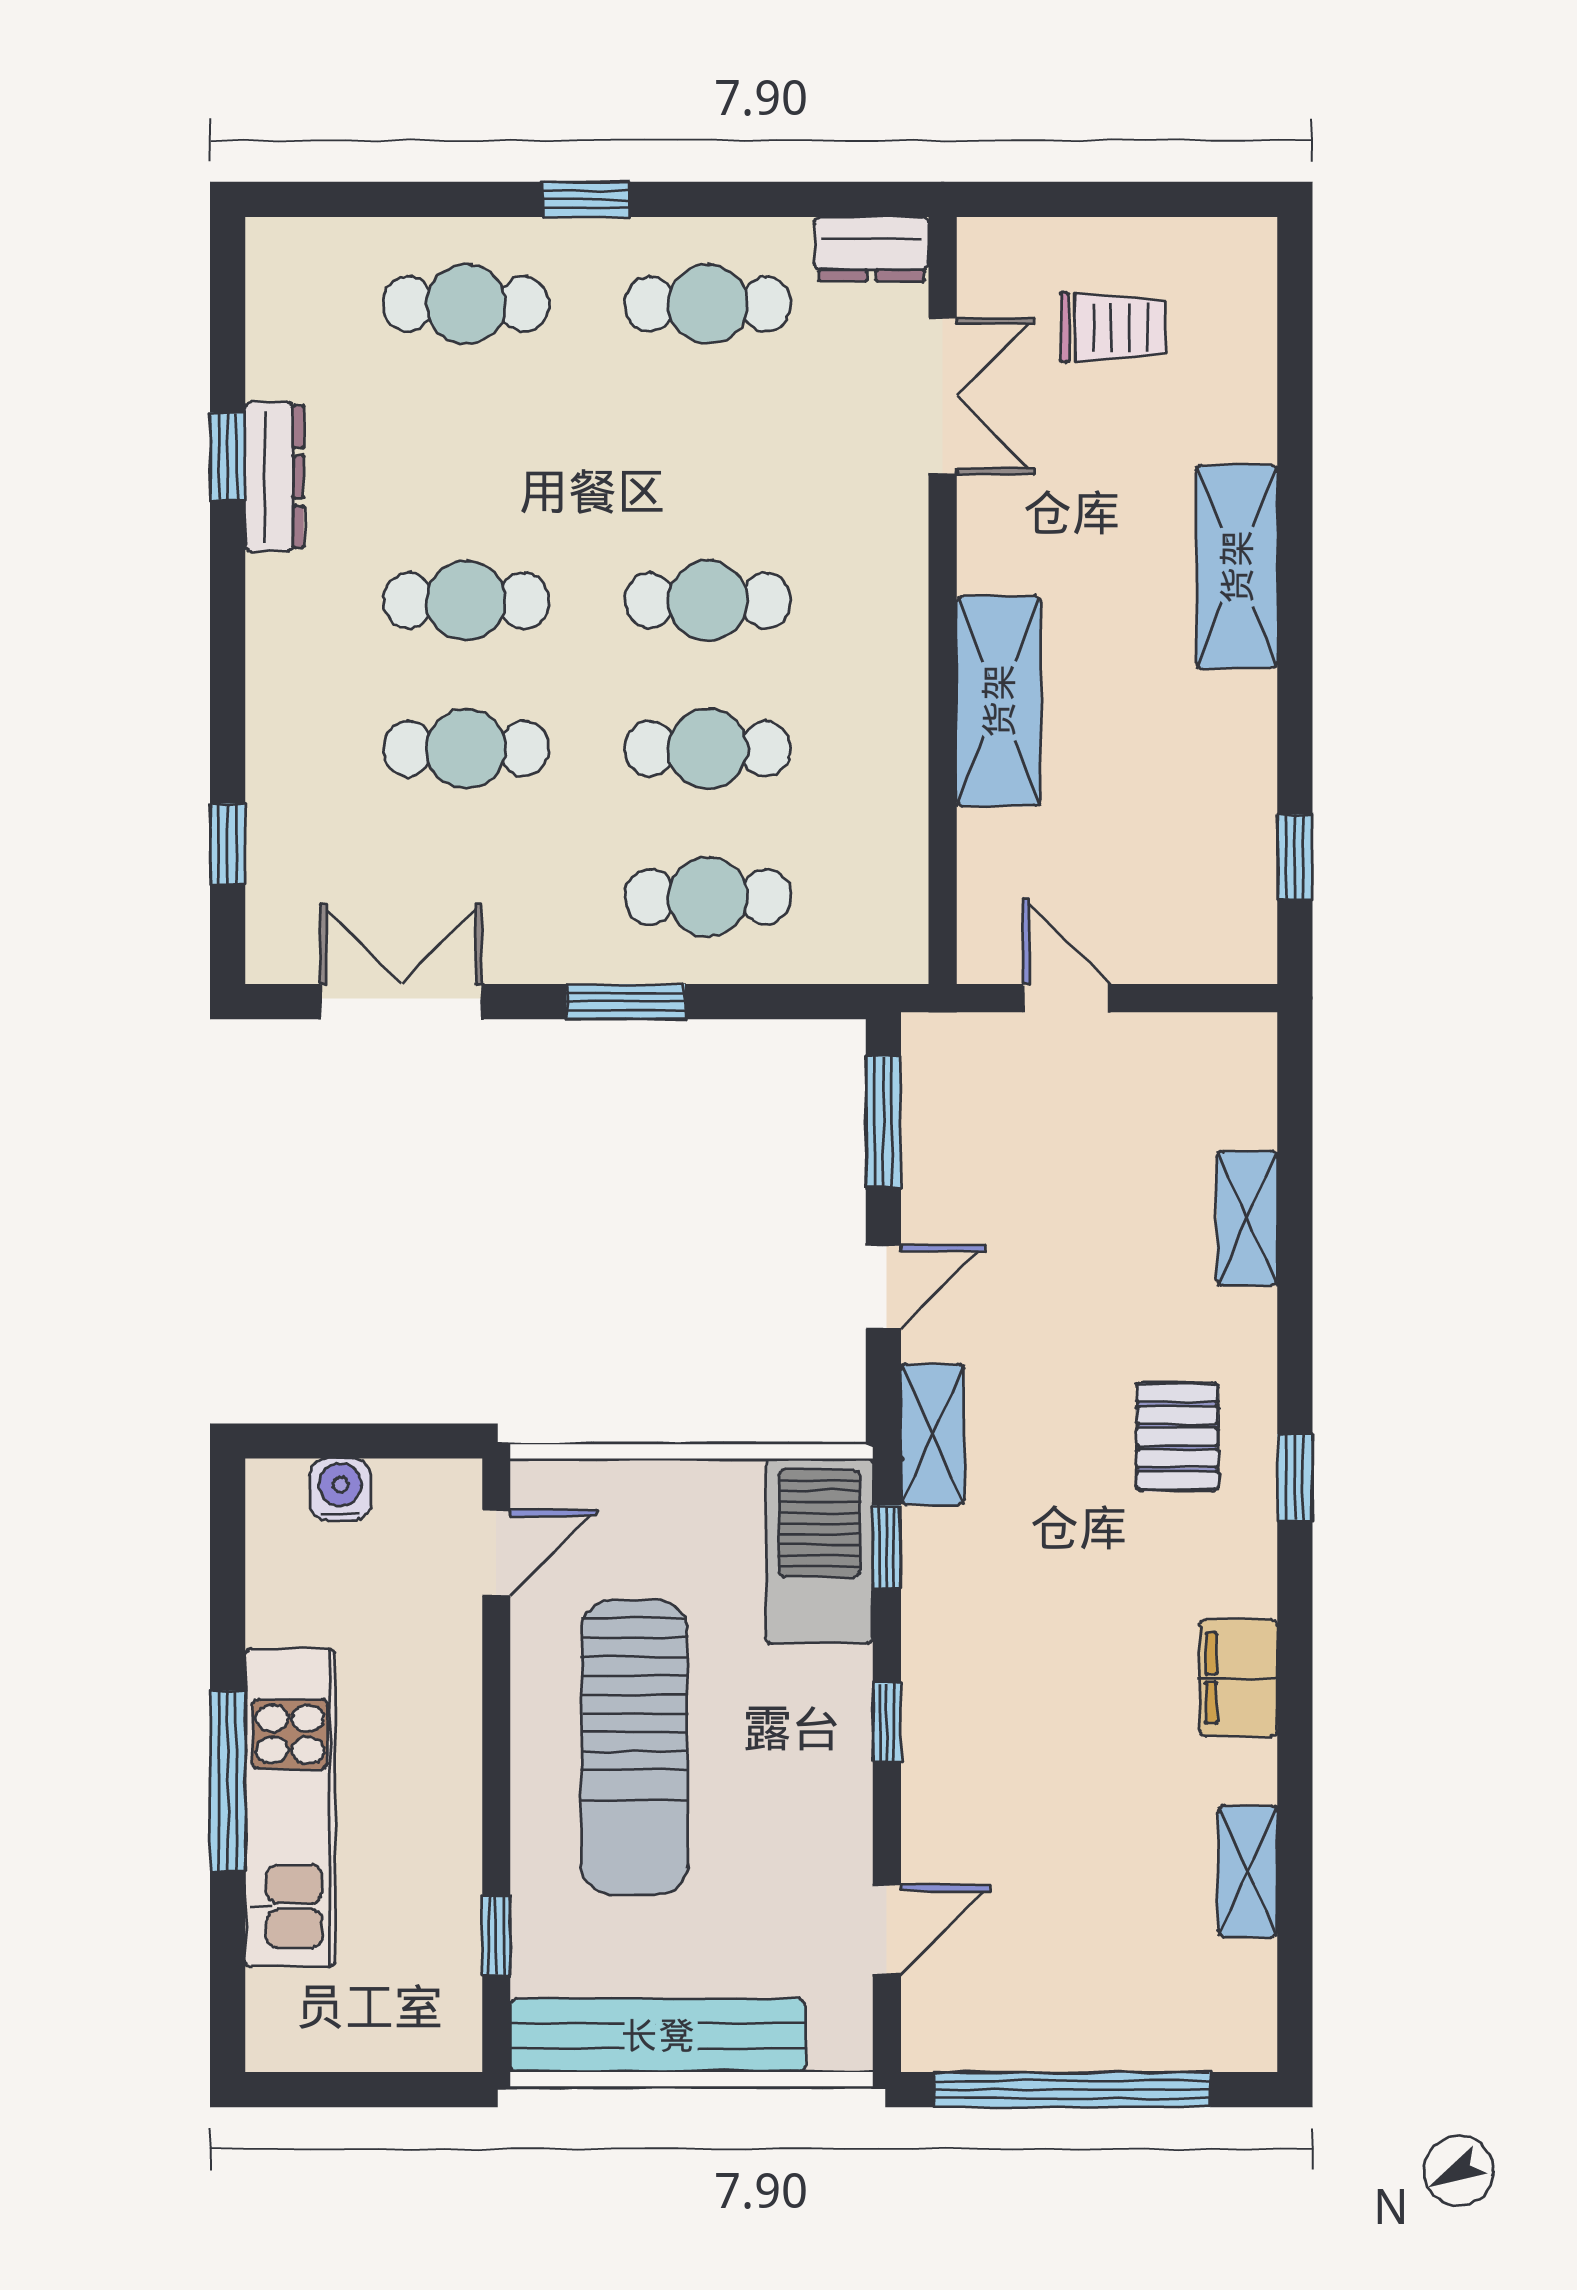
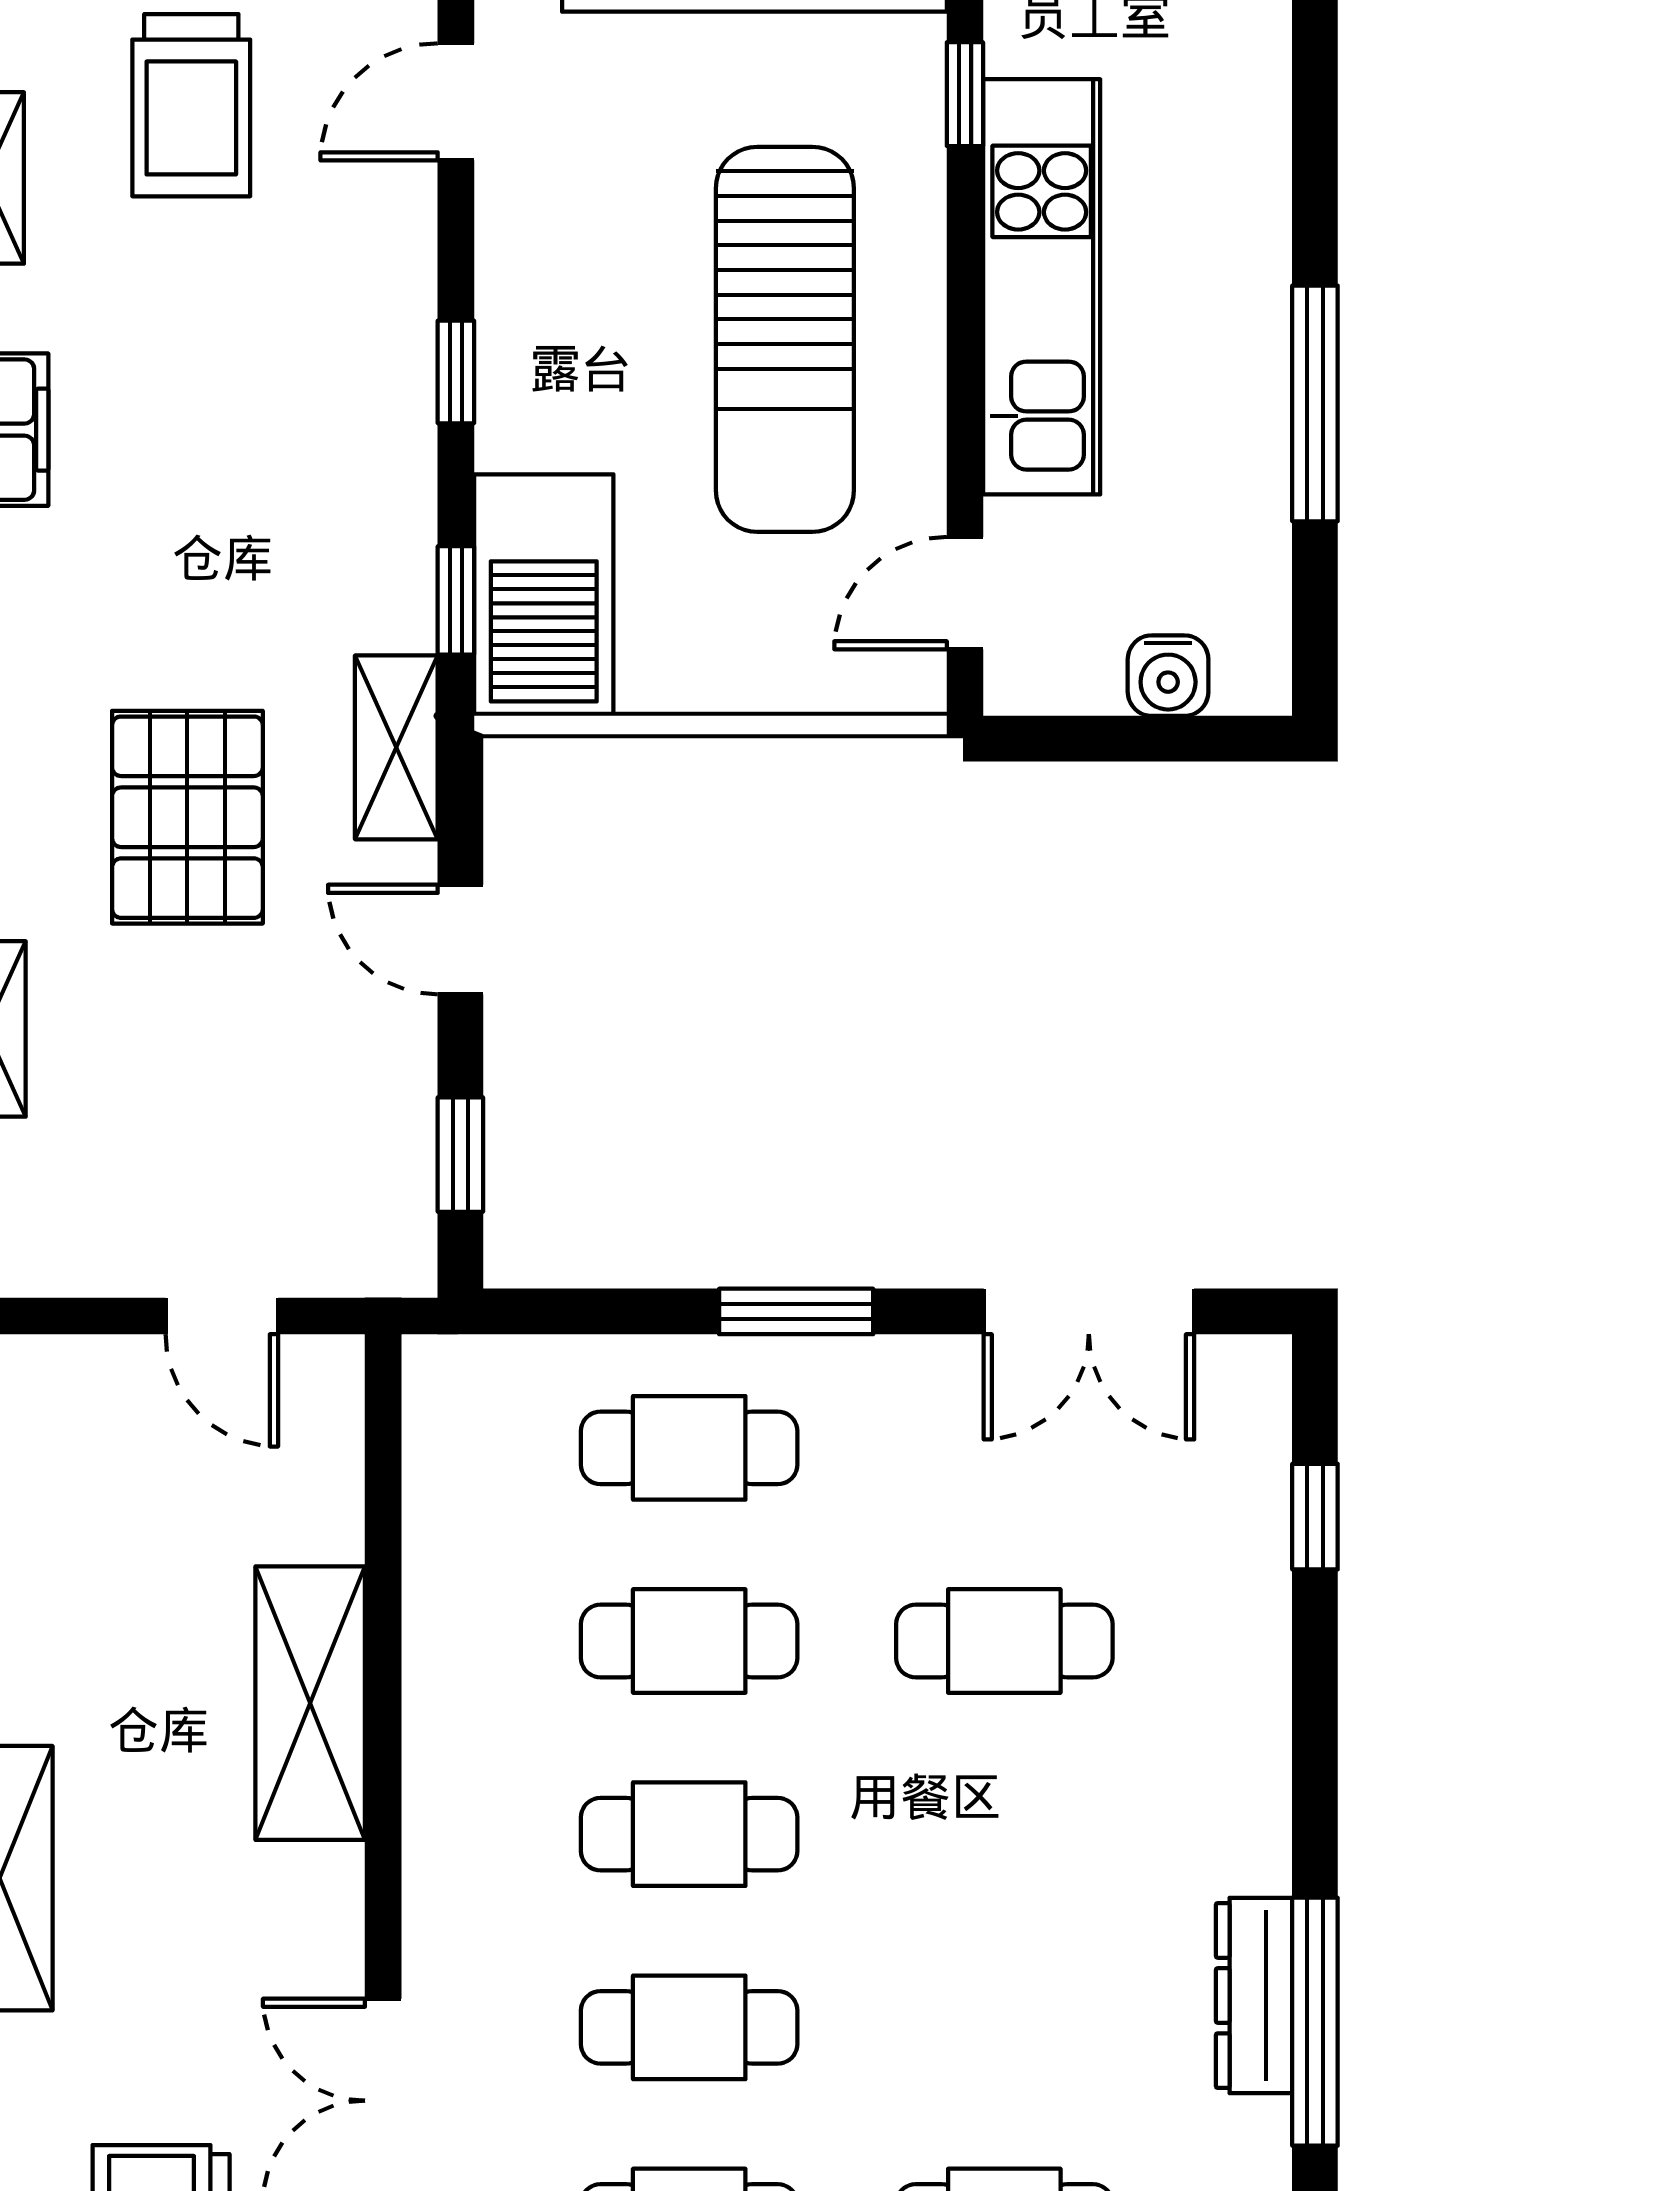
window: (228, 457) -> (1315, 2022), width x2.17
cafe table: (466, 600) -> (689, 2027), moved
window: (883, 1122) -> (460, 1155), width x0.67
door: (883, 1287) -> (460, 940), hinge flipped
pallet: (1177, 1437) -> (187, 817), moved, width x1.50, depth x1.42
sun lounger: (634, 1747) -> (785, 339), turned 180
window: (228, 1781) -> (1315, 403), moved
kitchen unit: (290, 1808) -> (1042, 287), moved, turned 180
trolley: (1090, 1927) -> (191, 105), added

